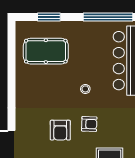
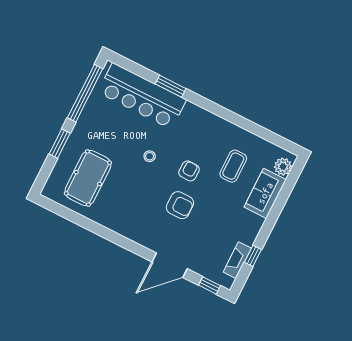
window: (49, 17) -> (60, 144), moved

